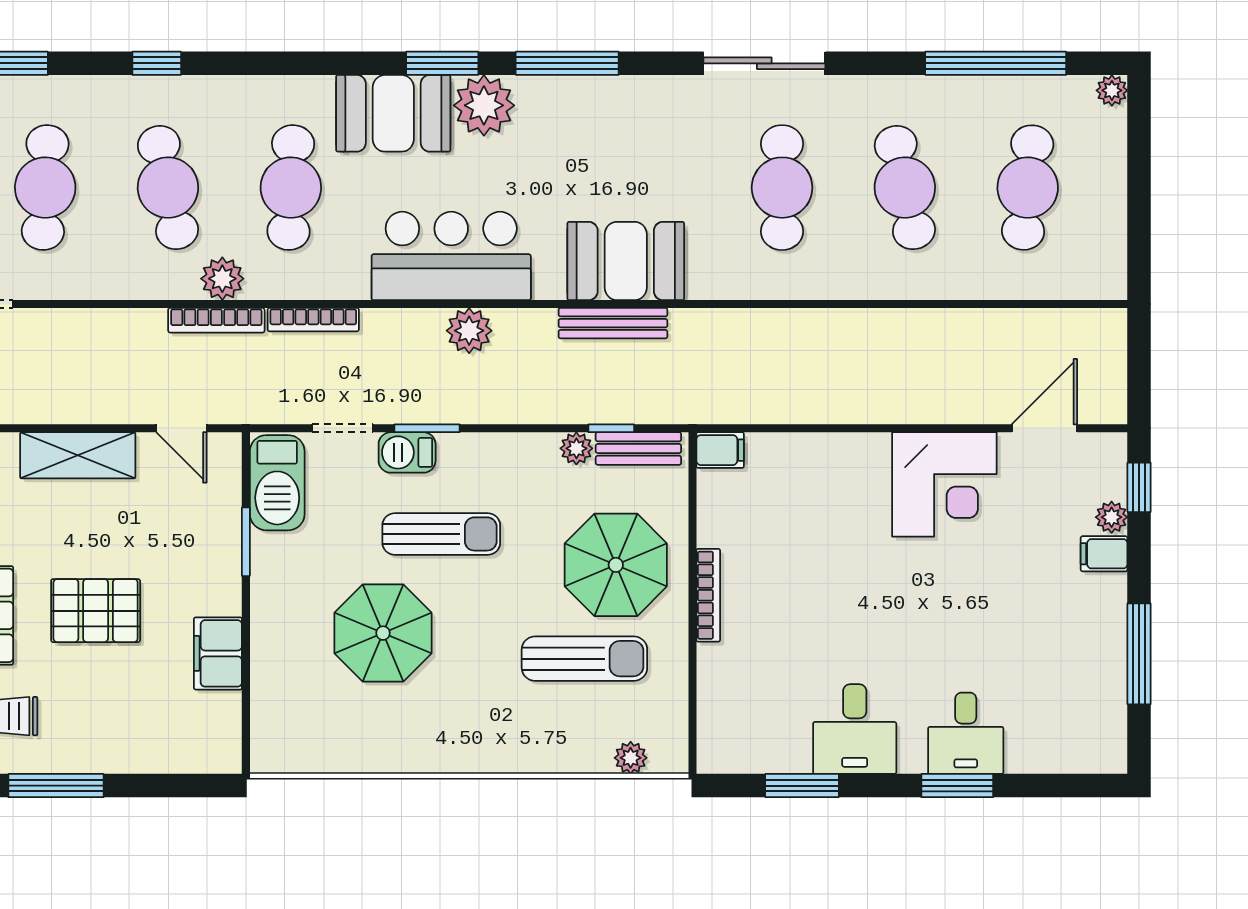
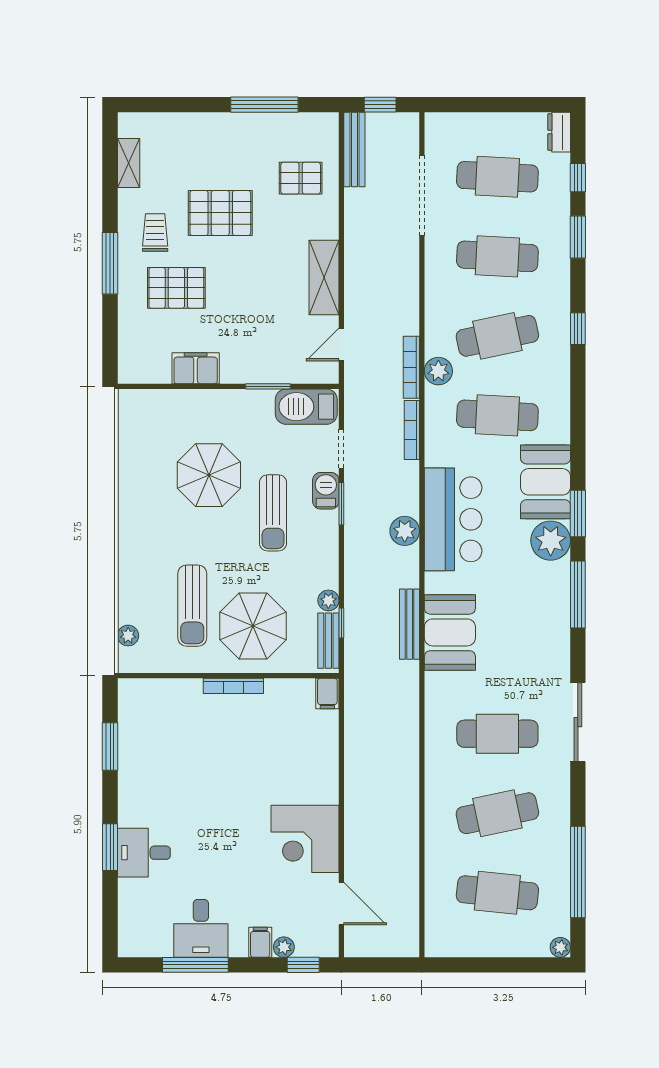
pallet: (96, 611) -> (176, 288), moved, turned 90
desk: (855, 729) -> (201, 928), moved, turned -90

